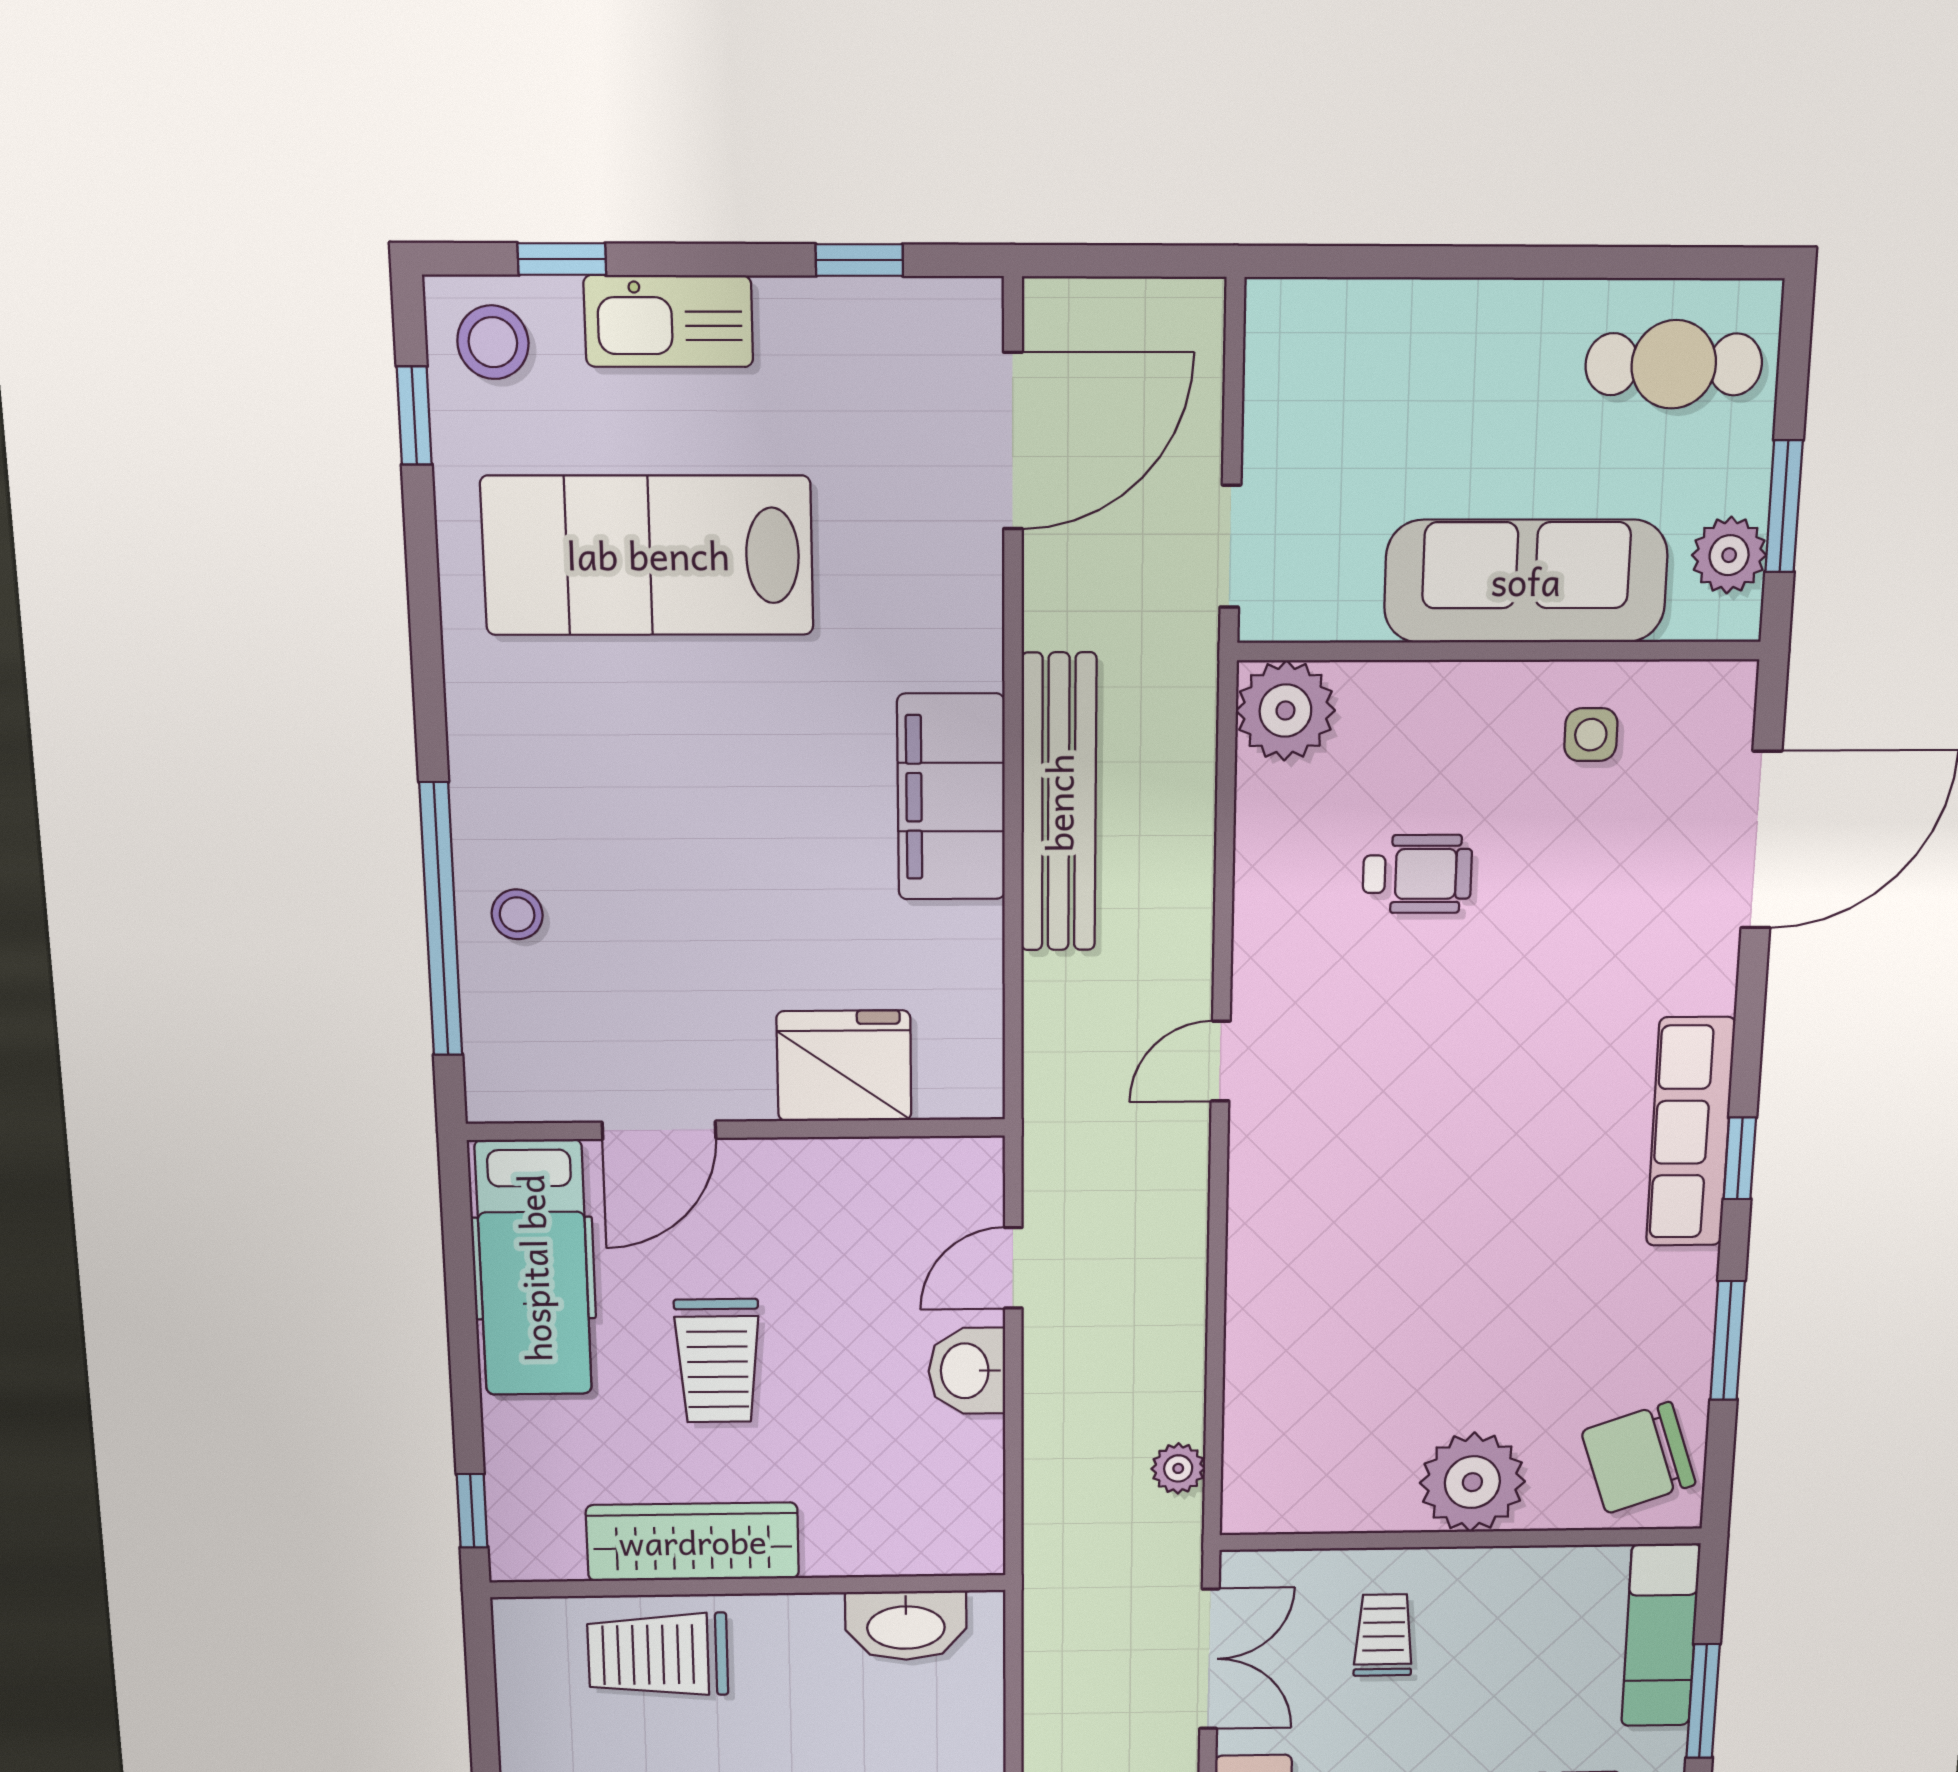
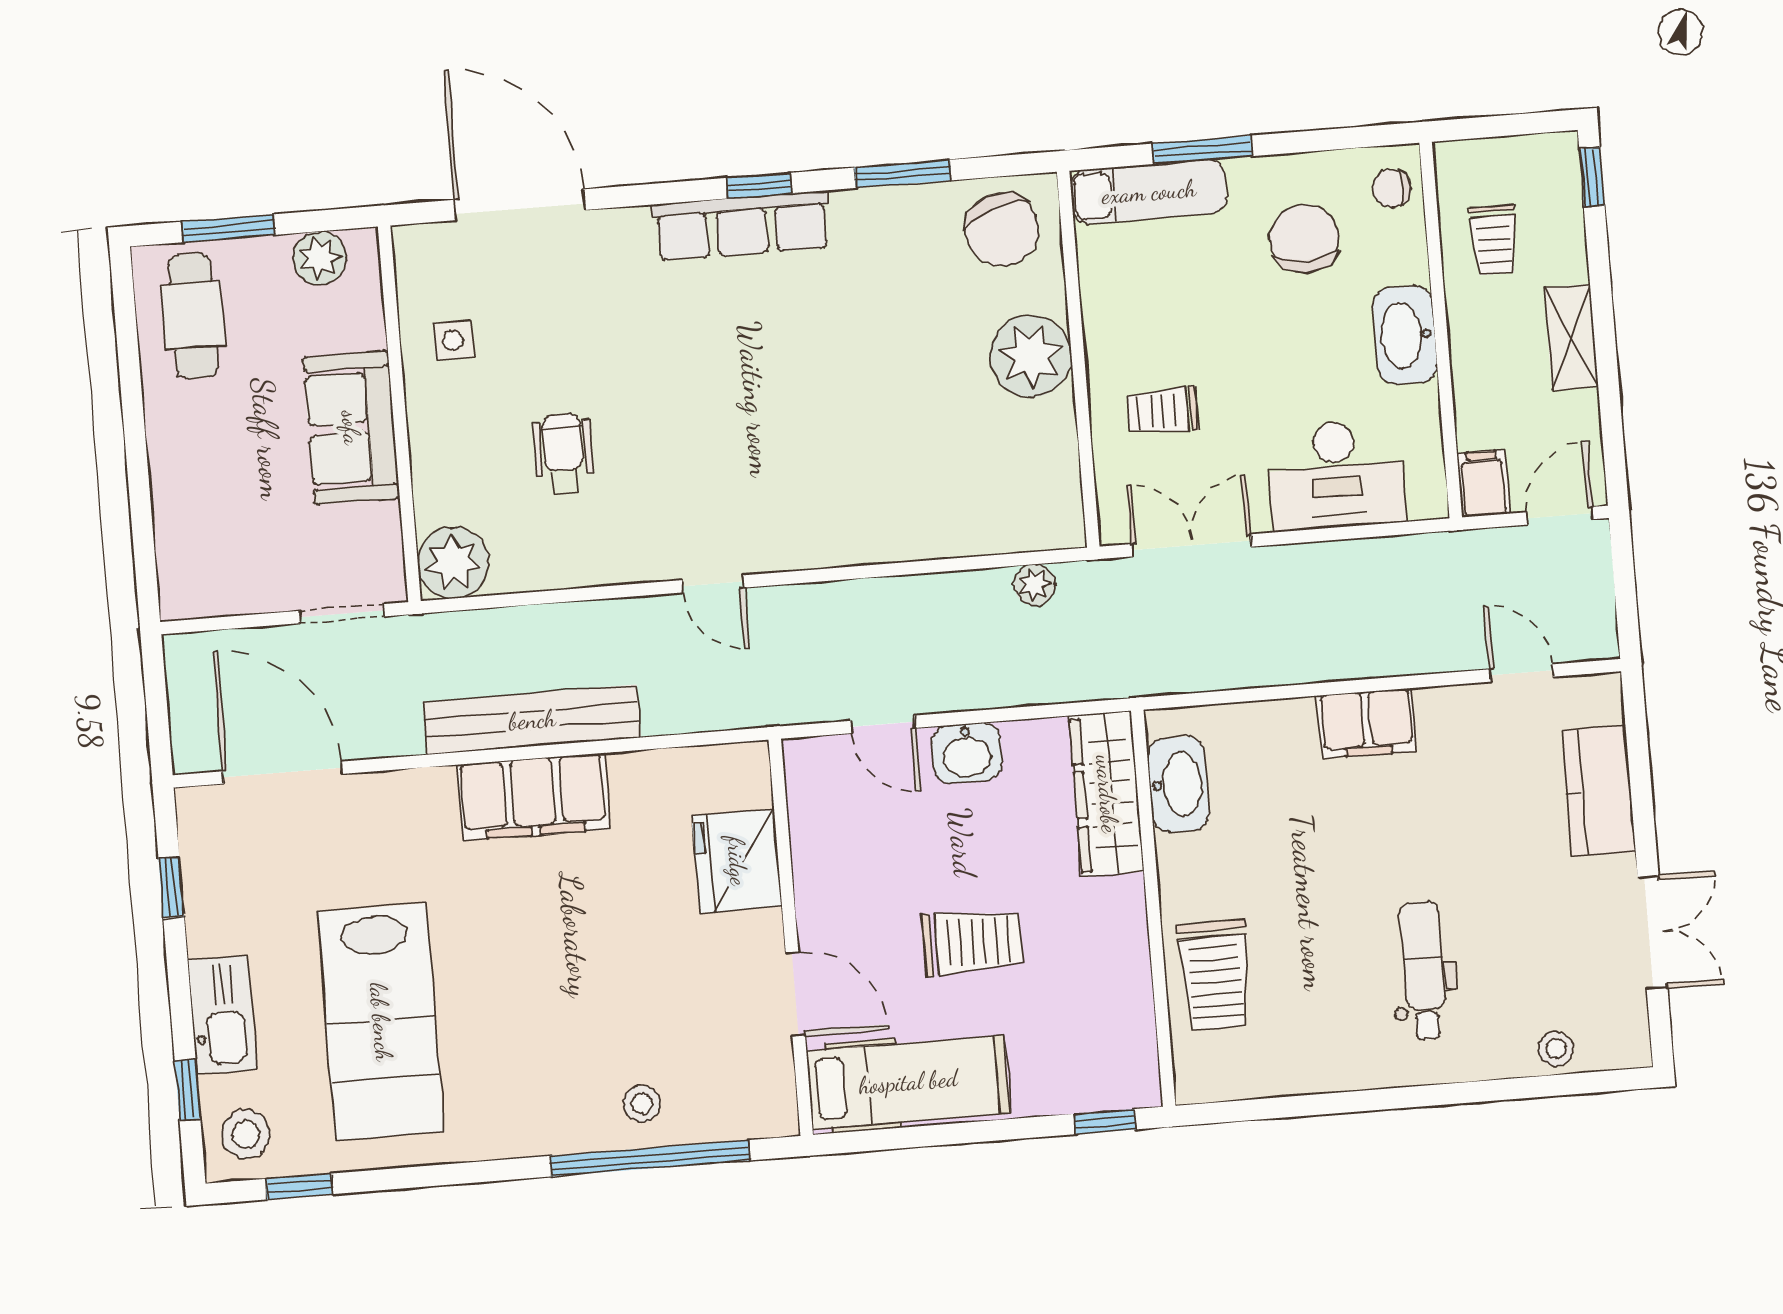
window: (1784, 506) -> (229, 228), moved
sofa: (1526, 581) -> (351, 428), width x0.73
wardrobe: (693, 1542) -> (1107, 794), moved

